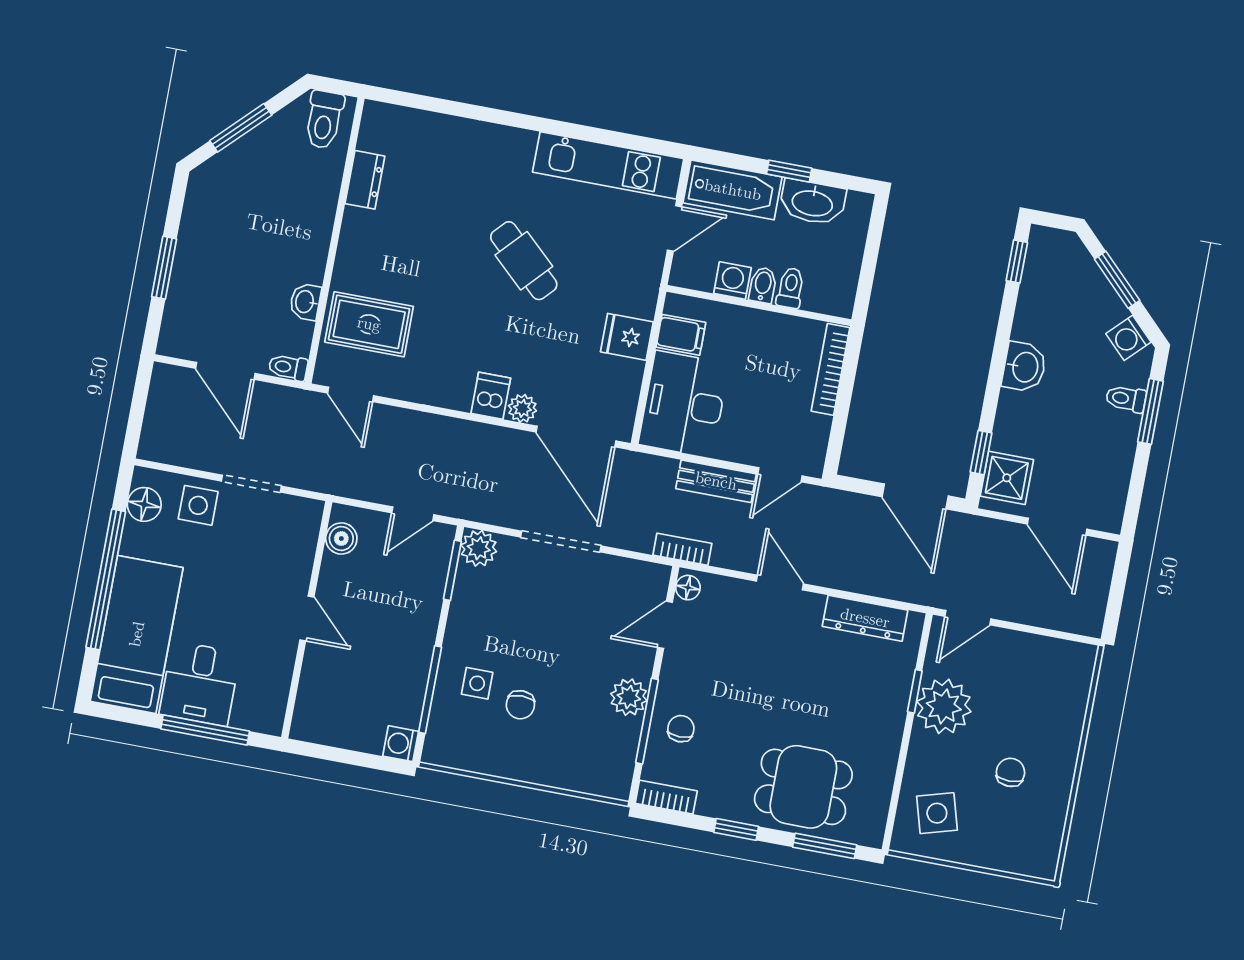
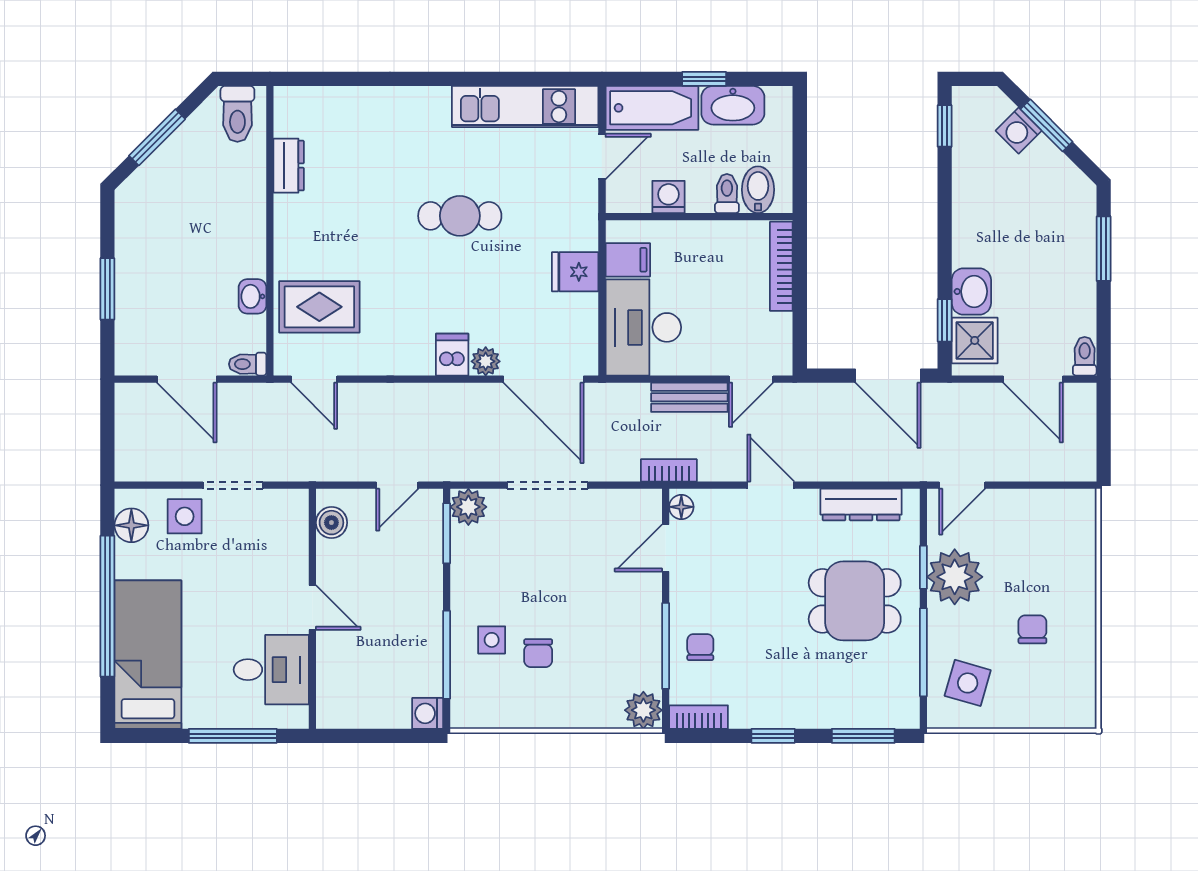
cafe table: (524, 261) -> (460, 216), turned -43
bidet: (763, 285) -> (758, 190), moved, width x1.38, depth x1.36
washing machine: (1128, 338) -> (1019, 131), moved
washbasin: (1024, 367) -> (971, 291), moved
toilet: (1126, 399) -> (1085, 356), moved, turned 90
desk: (200, 684) -> (271, 670), moved, turned -90
plant: (629, 697) -> (643, 710), moved
window: (899, 775) -> (923, 652), added
dining table: (803, 787) -> (855, 601), moved
side table: (937, 813) -> (968, 683), turned 32

